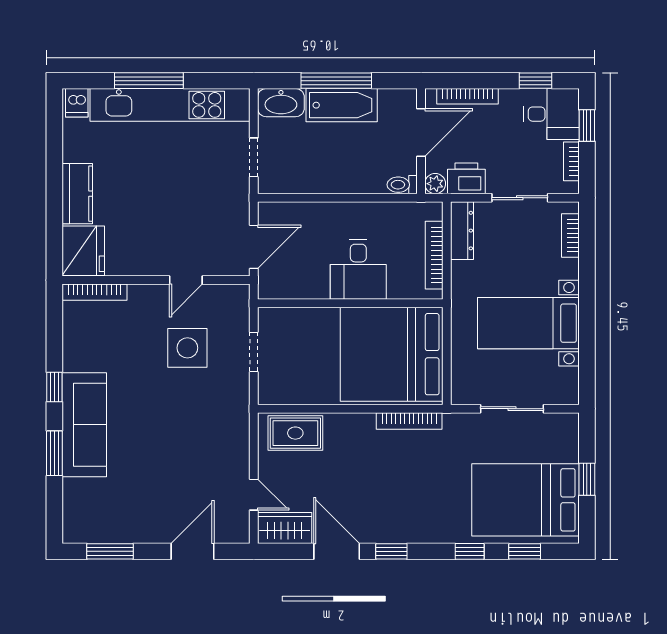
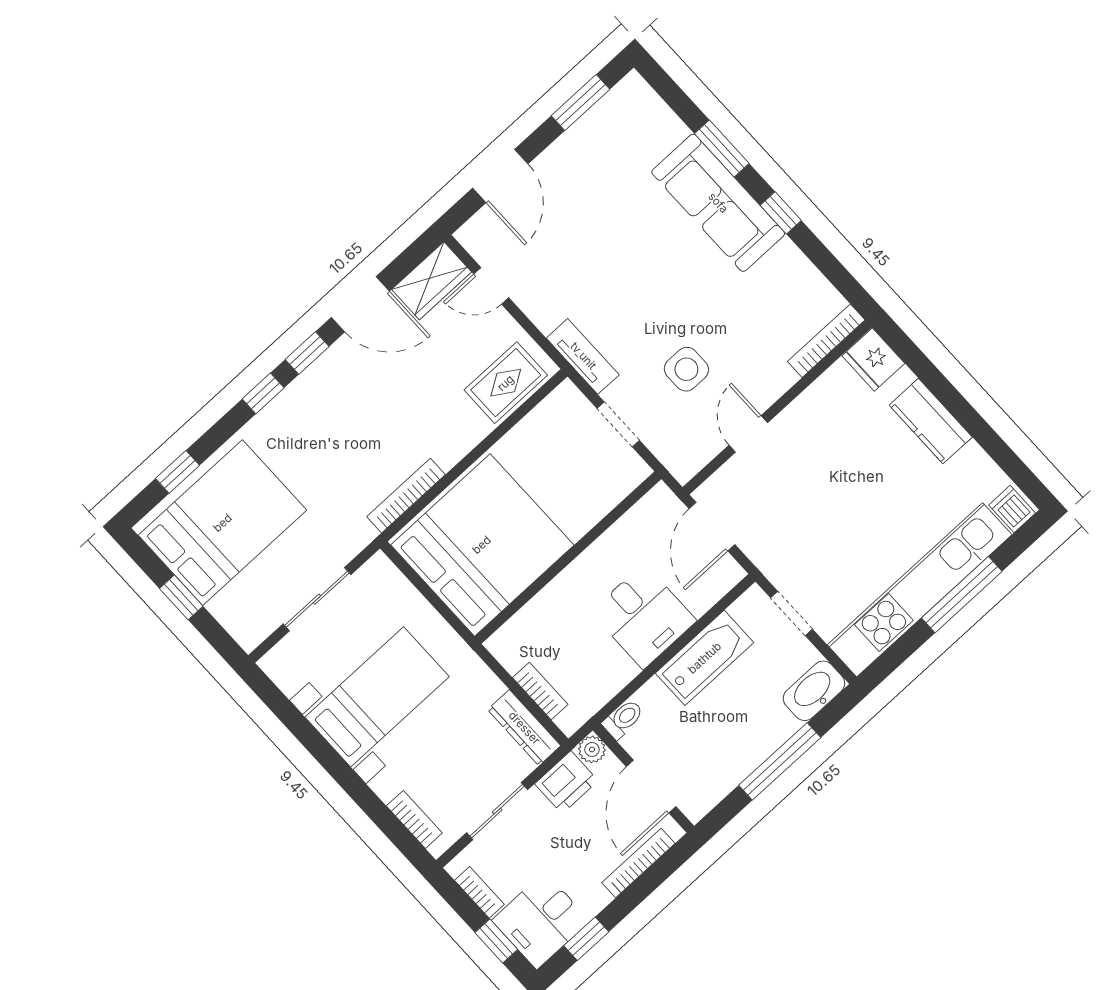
bathtub: (342, 105) -> (705, 658), moved, turned 180
fridge: (83, 251) -> (873, 360), width x0.73, depth x0.75
bookcase: (434, 255) -> (540, 691), width x0.64
desk: (358, 269) -> (644, 616), moved, turned 180
side table: (187, 348) -> (686, 369), width x0.73, depth x0.73
tv unit: (239, 408) -> (583, 356), added
window: (470, 551) -> (263, 393), moved

